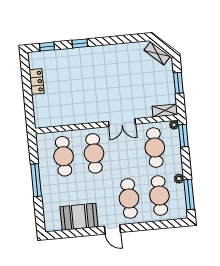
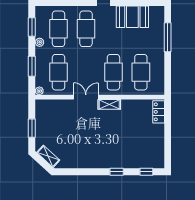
locker: (37, 81) -> (159, 112), moved
shelving: (165, 111) -> (109, 104), moved
window: (183, 136) -> (32, 66), moved
window: (36, 180) -> (168, 37), moved
window: (189, 195) -> (32, 27), width x0.69

